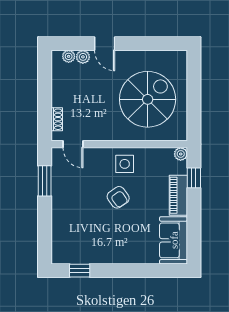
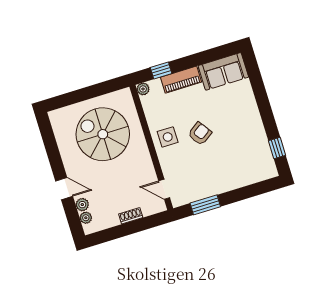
door: (105, 44) -> (64, 189), hinge flipped
shoe rack: (57, 119) -> (131, 216), moved
door: (73, 144) -> (164, 189), swing flipped

